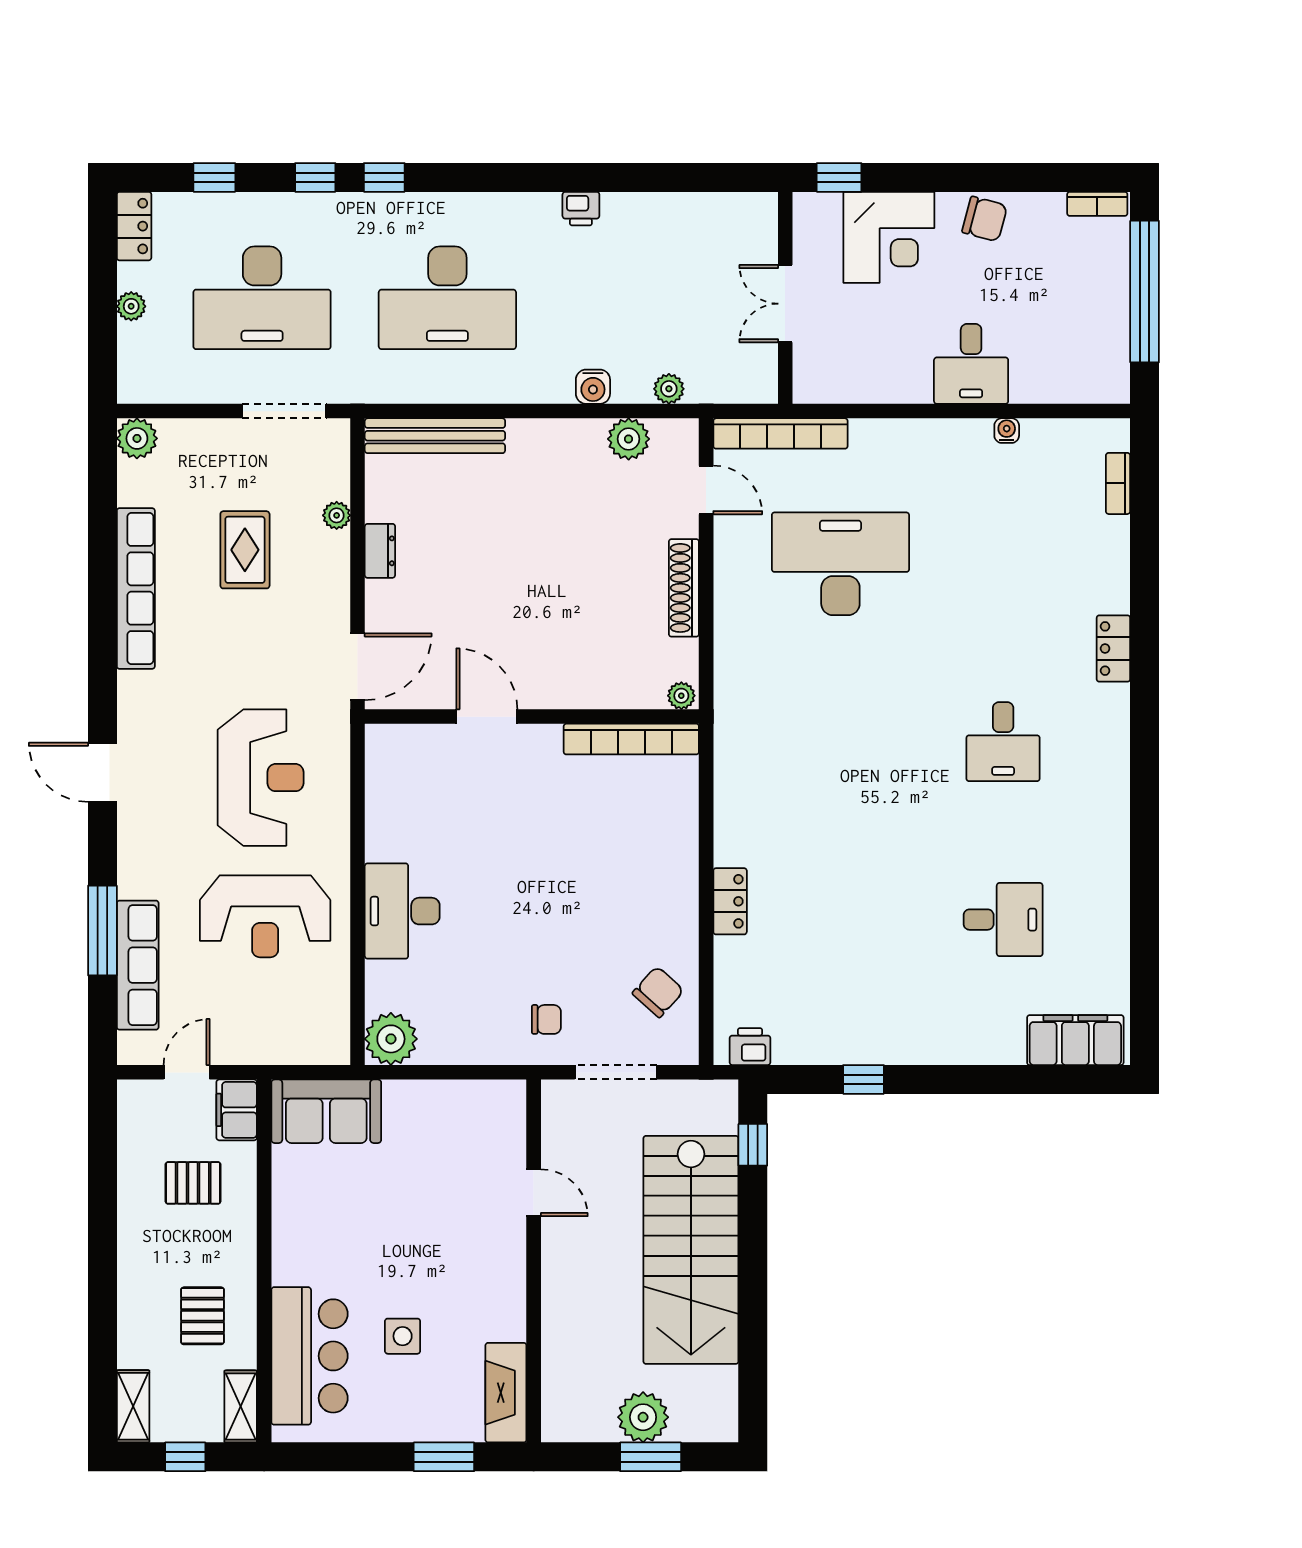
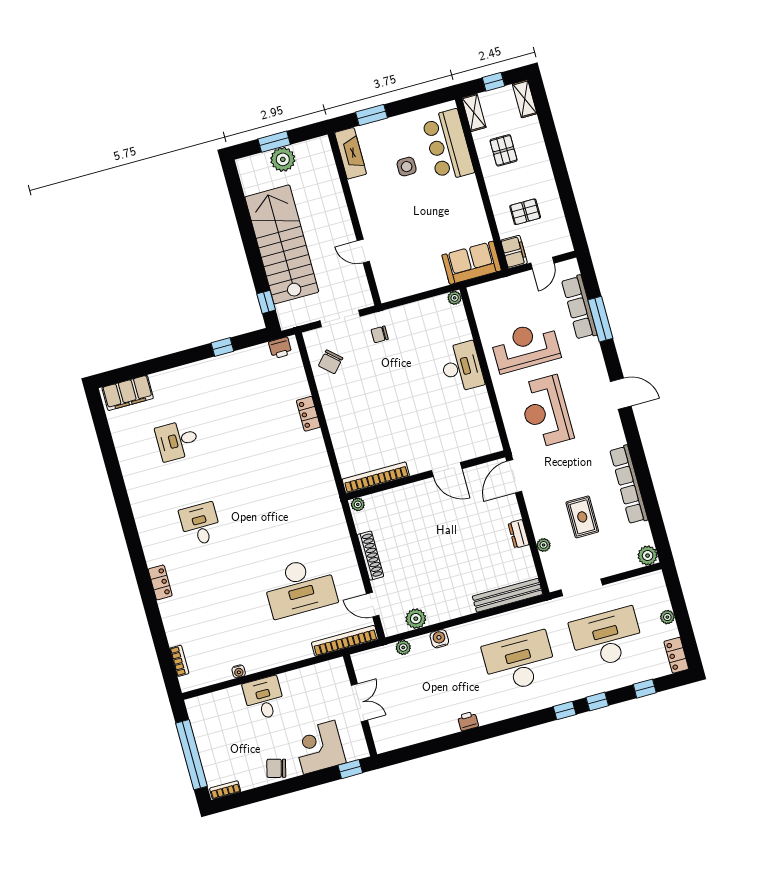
plant: (391, 1039) -> (455, 298), width x0.53, depth x0.53

